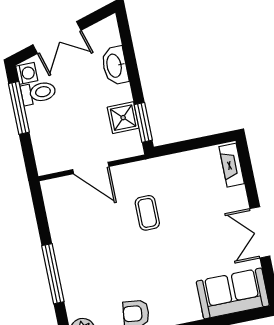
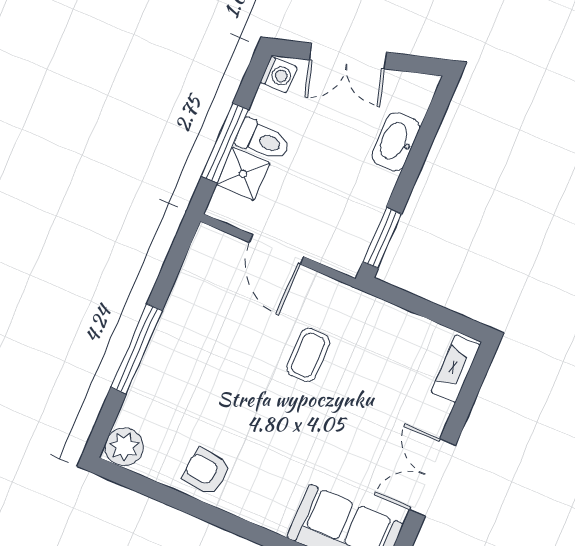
toilet: (38, 93) -> (263, 140), moved
window: (19, 108) -> (225, 143), moved
shower: (123, 118) -> (243, 174), moved

